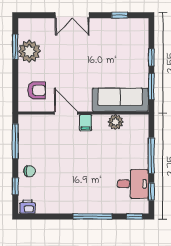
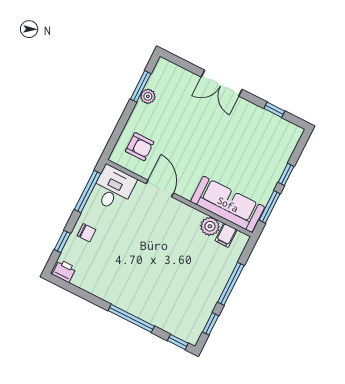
plant: (29, 51) -> (148, 96), width x0.53, depth x0.53
filing cabinet: (85, 122) -> (226, 235), moved
desk: (133, 184) -> (113, 188), moved, turned -90

